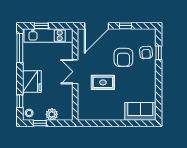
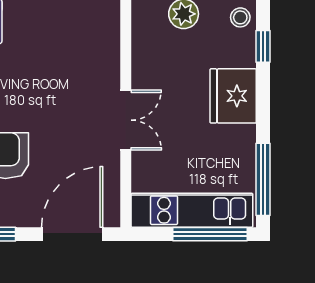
window: (41, 26) -> (210, 234), width x2.17
rug: (103, 82) -> (56, 94), removed

